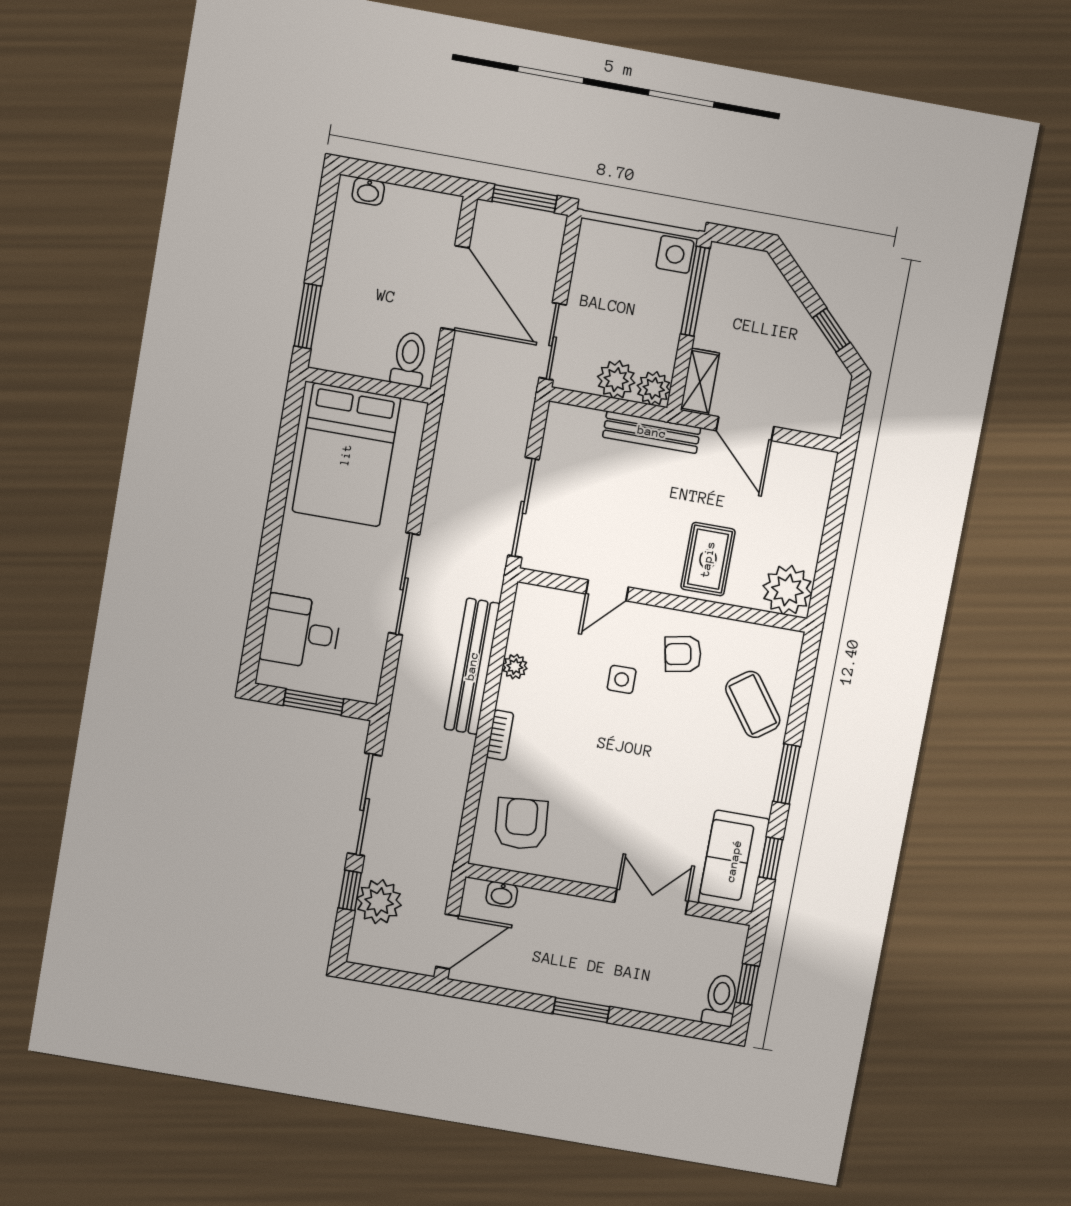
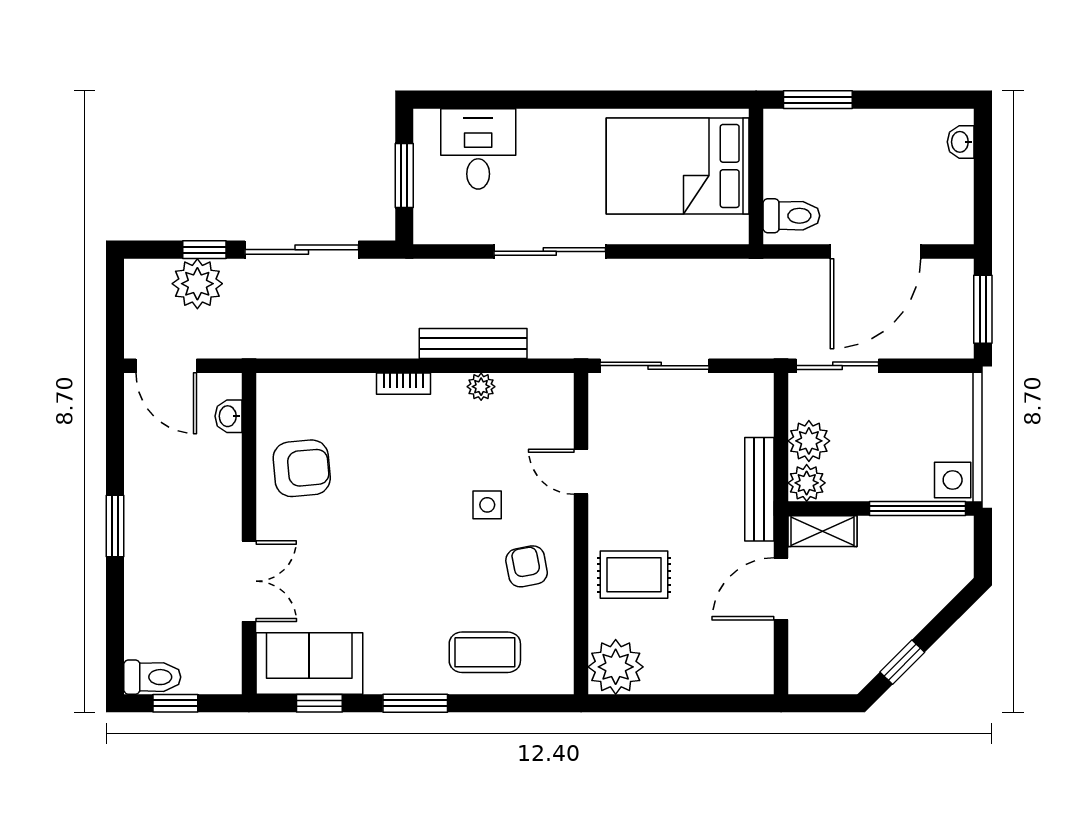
bench: (472, 666) -> (473, 344), width x0.73, depth x0.82
coffee table: (753, 704) -> (485, 652), turned 36
armchair: (521, 824) -> (302, 468), moved

